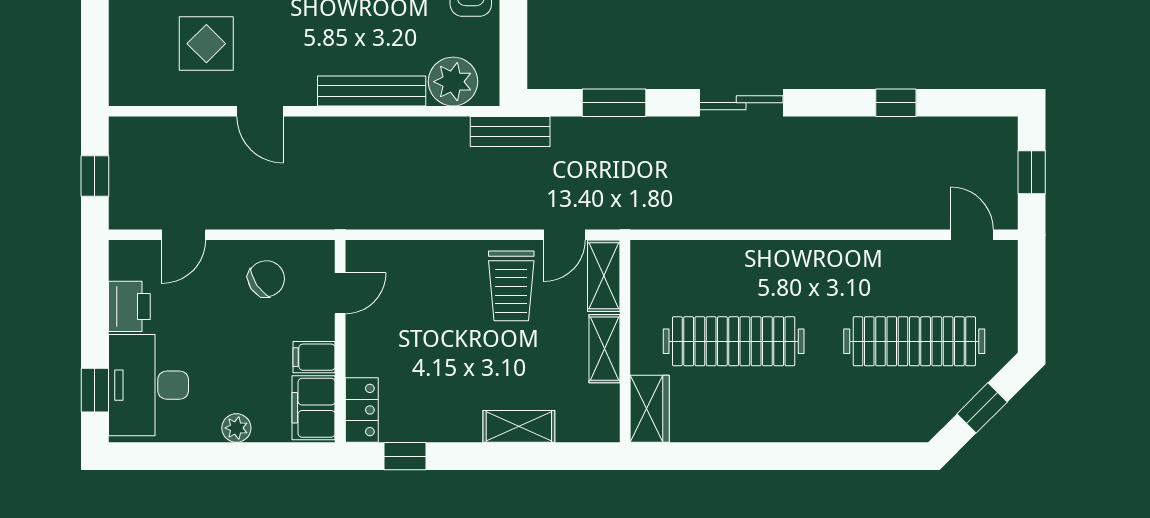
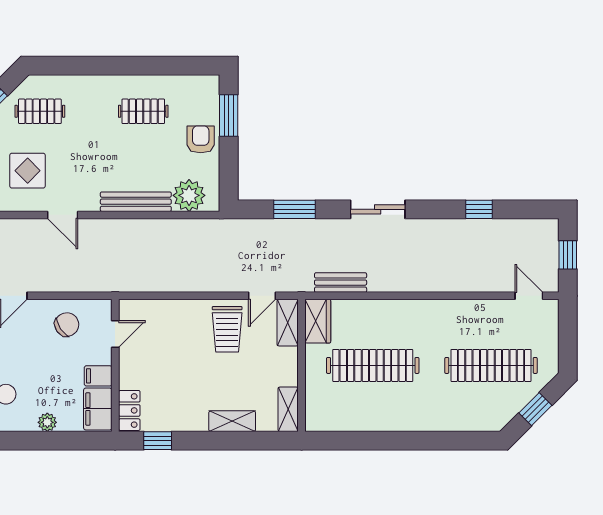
bench: (510, 132) -> (341, 283), moved
shelving: (604, 349) -> (288, 409), moved
wardrobe: (650, 409) -> (318, 321), moved

